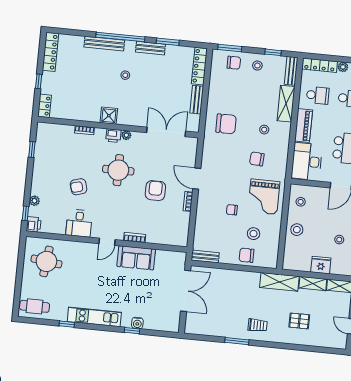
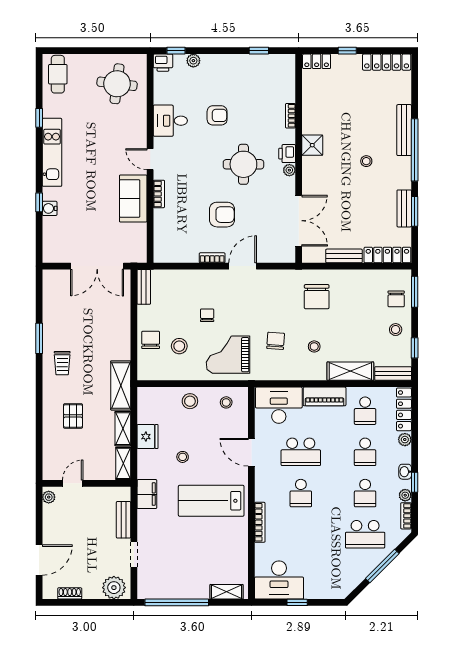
bench: (150, 48) -> (404, 208), moved
armchair: (79, 187) -> (217, 115), turned 106

